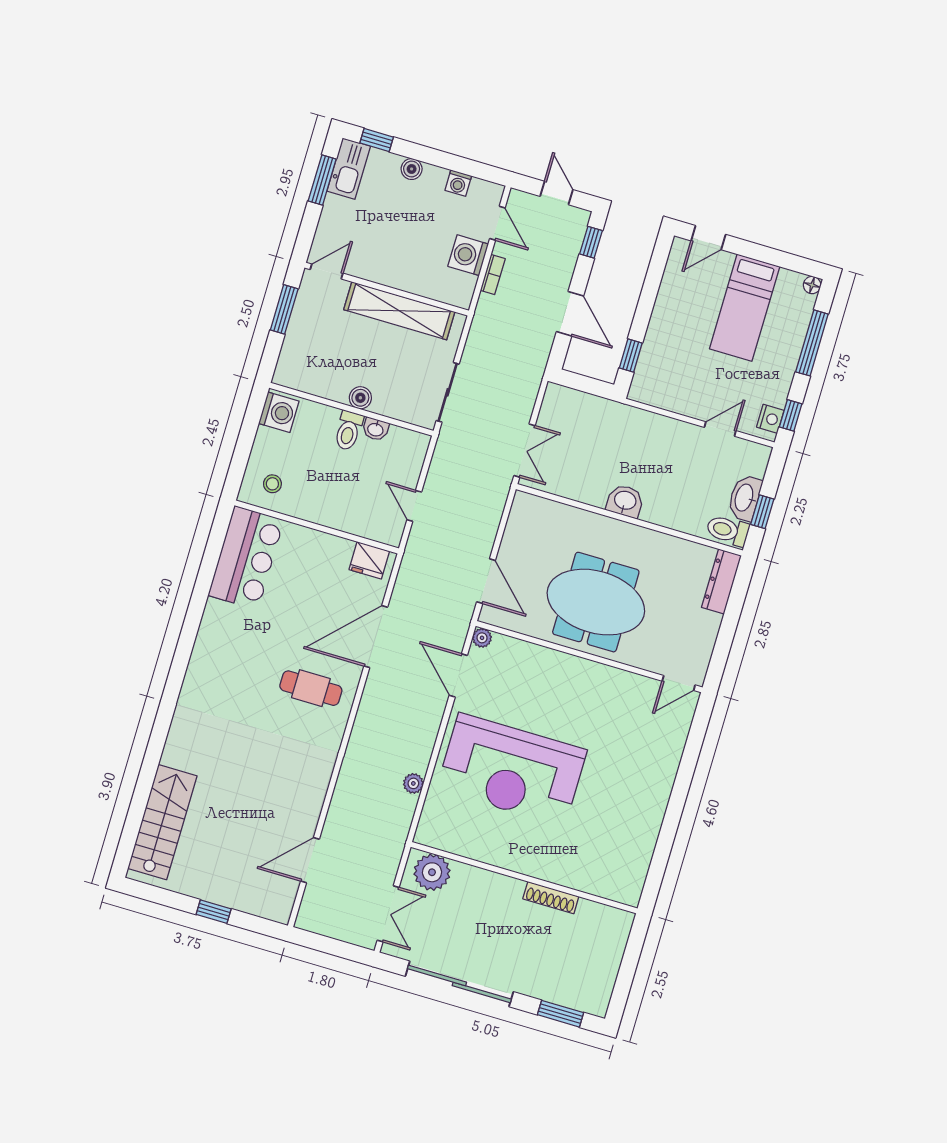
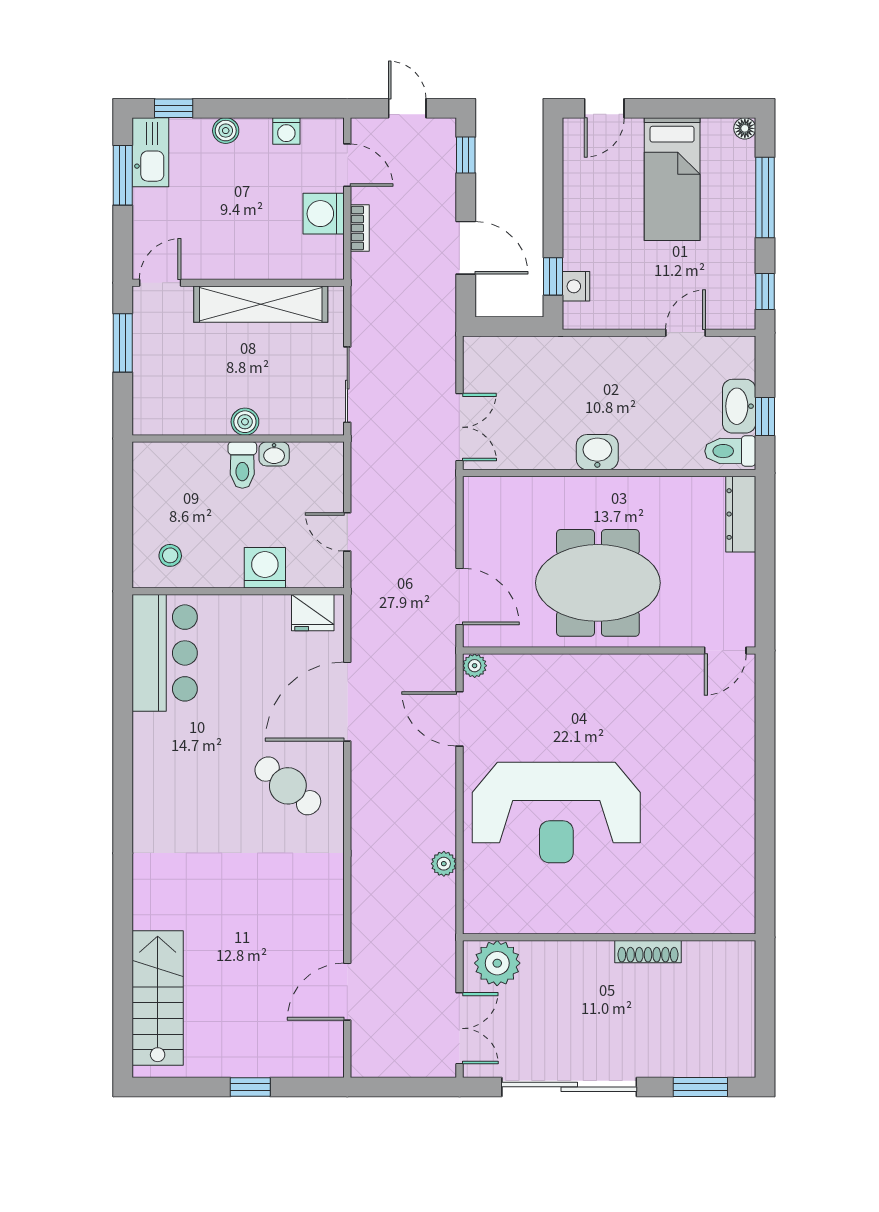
washing machine: (279, 412) -> (265, 568), moved, turned -90
nightstand: (770, 419) -> (576, 286), moved, turned 180
cafe table: (311, 688) -> (288, 786), turned 39

